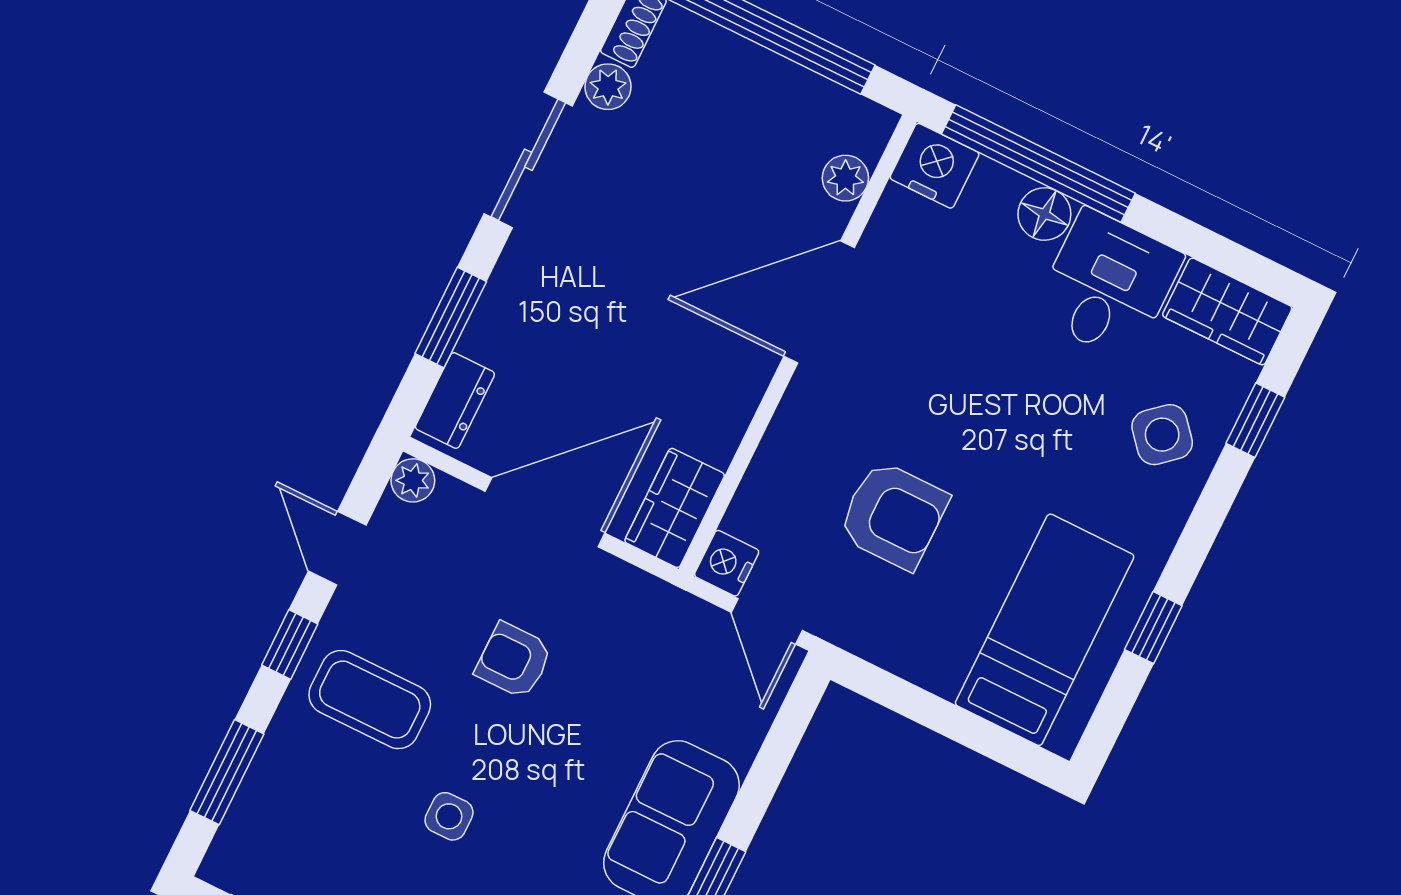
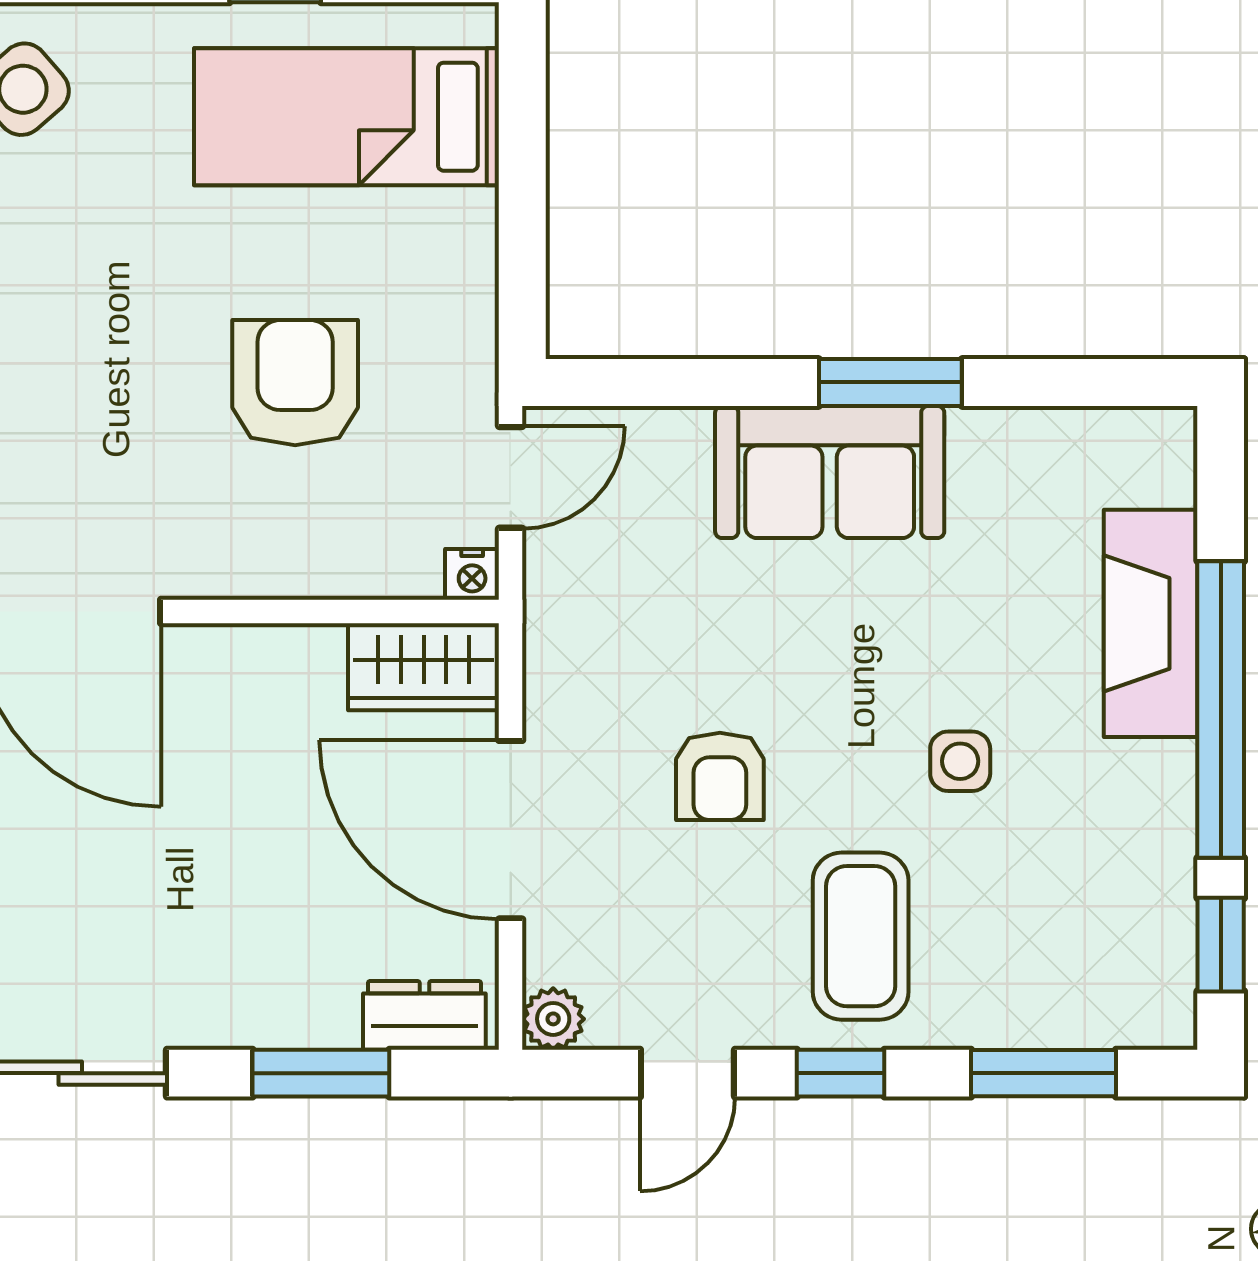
nightstand: (727, 563) -> (472, 574), width x0.72, depth x0.74

